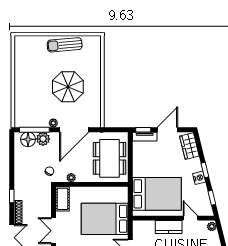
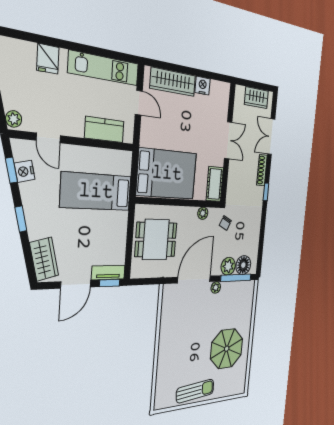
parasol: (68, 87) -> (227, 349), moved
dining table: (109, 158) -> (156, 240), width x0.73
nightstand: (199, 178) -> (25, 171), moved
bed: (157, 194) -> (96, 192), width x0.67
bed: (105, 219) -> (167, 174), moved
kitchen counter: (169, 227) -> (104, 130), moved

